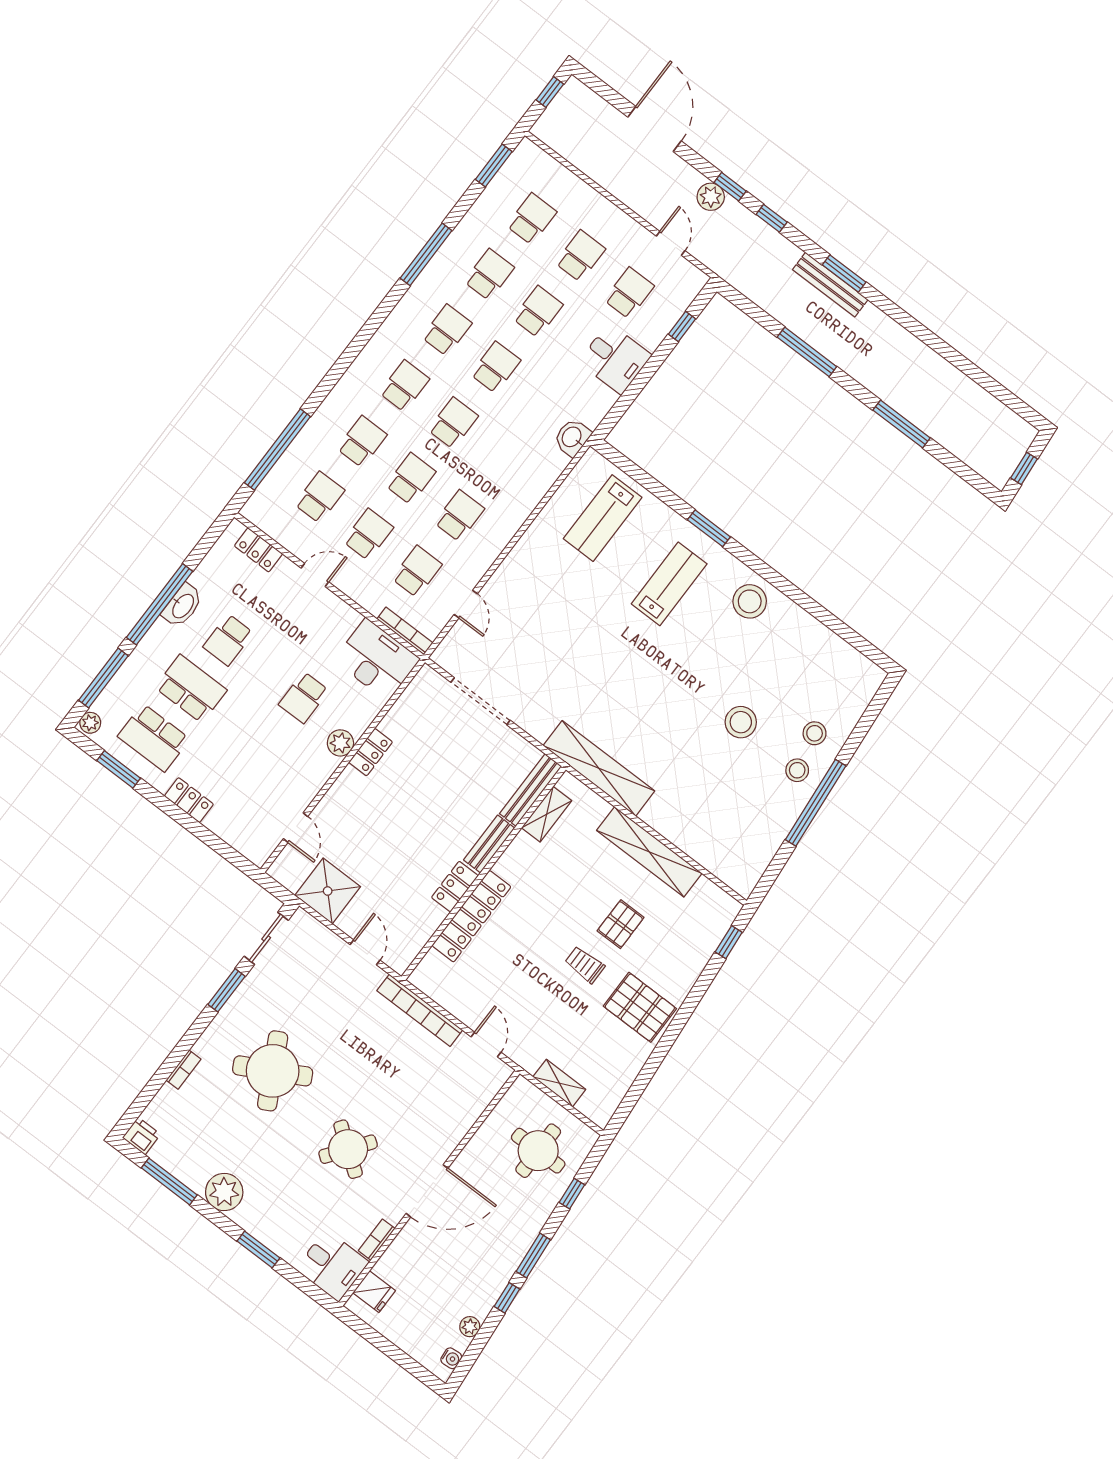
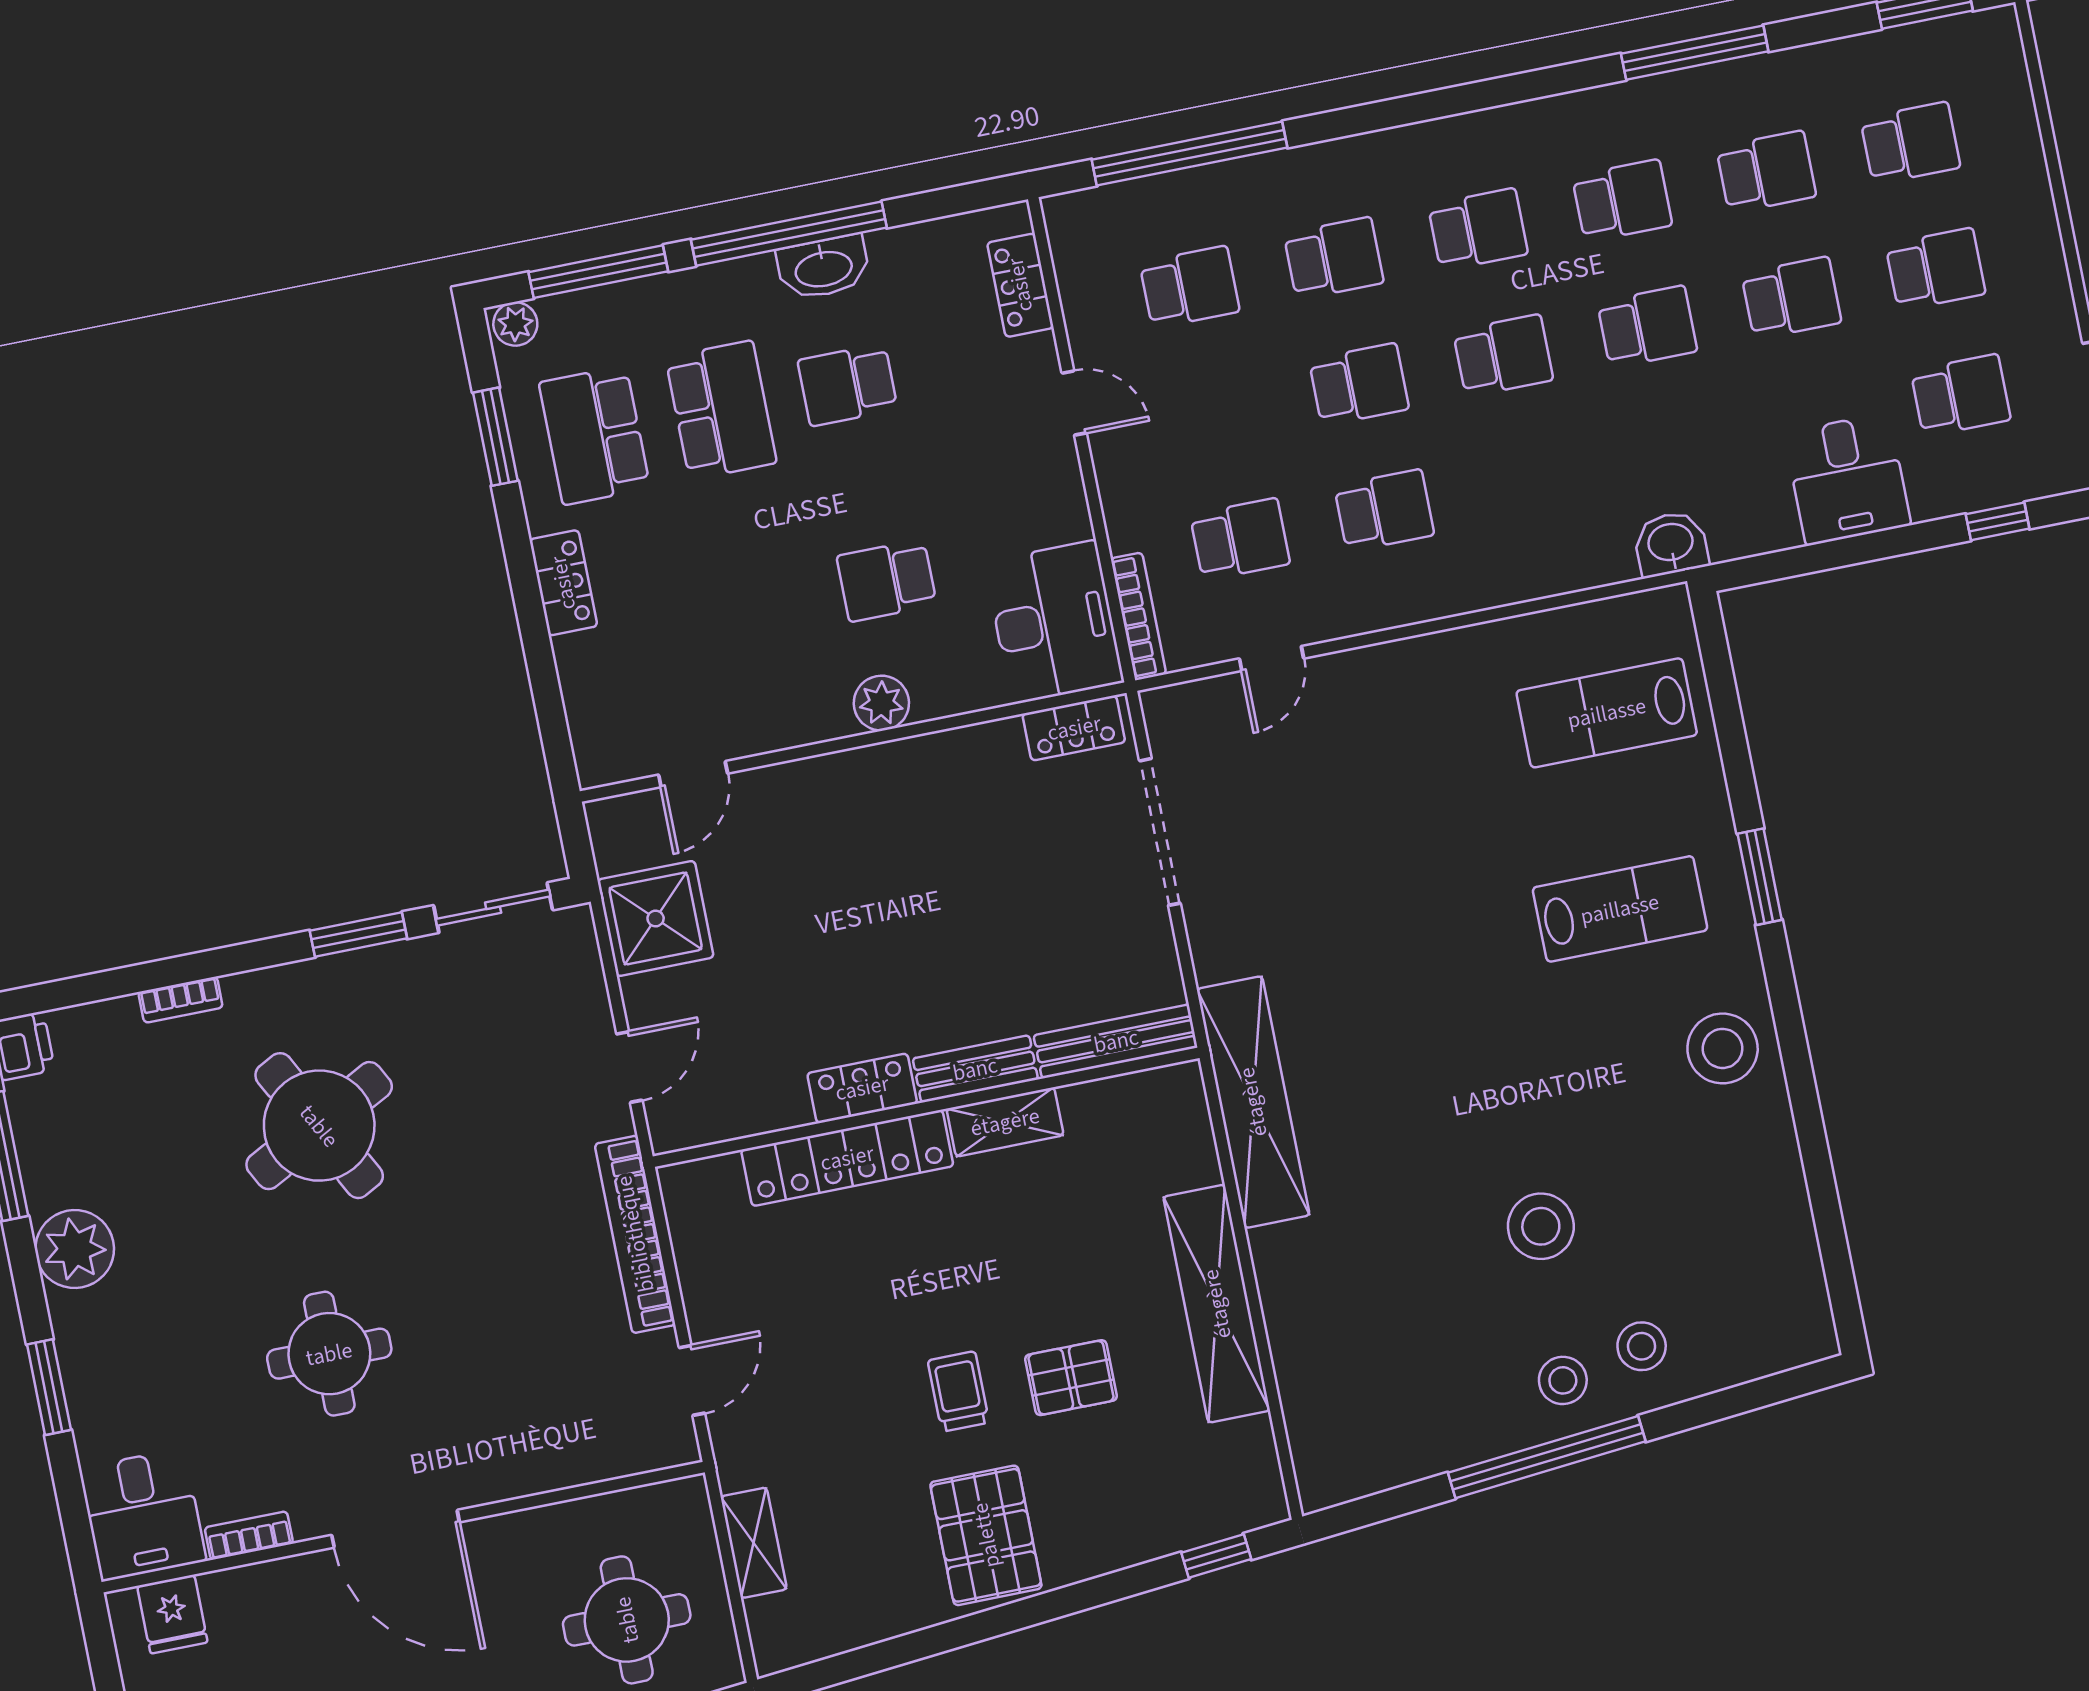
school desk: (368, 534) -> (1215, 413), removed
locker: (371, 752) -> (1074, 728), moved
shelving: (547, 814) -> (1005, 1122), moved
round table: (348, 1149) -> (329, 1354), turned -36

